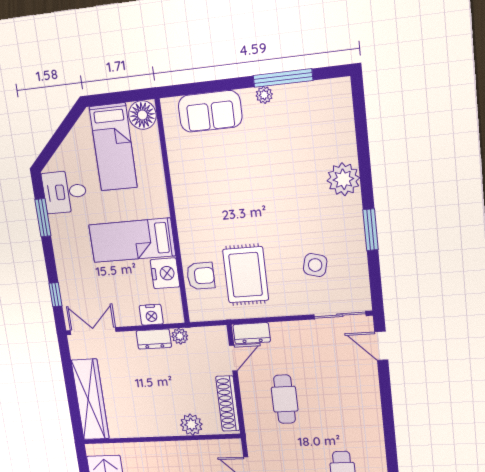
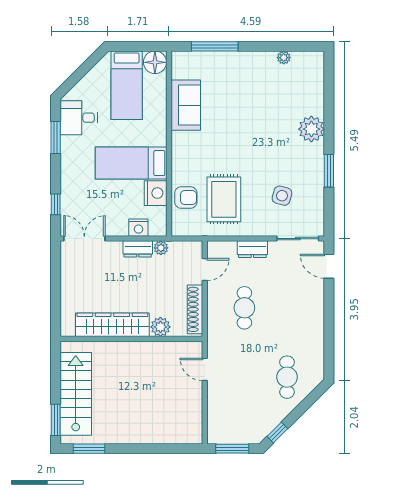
window: (283, 78) -> (215, 46), moved
plant: (264, 95) -> (284, 58), moved
sofa: (210, 111) -> (186, 105), moved, turned -90
dresser: (252, 333) -> (252, 249), moved
wardrobe: (90, 400) -> (112, 325), moved, turned -90

